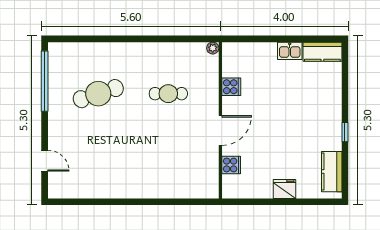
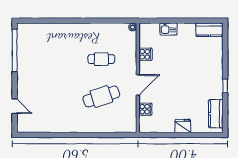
kitchen sink: (290, 51) -> (168, 29), moved
cafe table: (98, 94) -> (101, 97), moved

